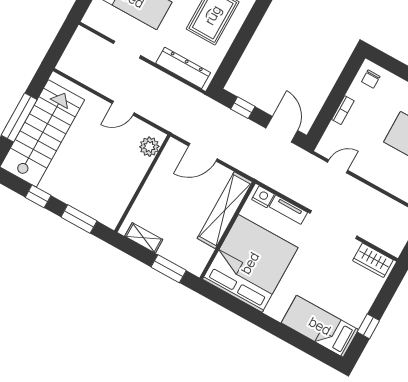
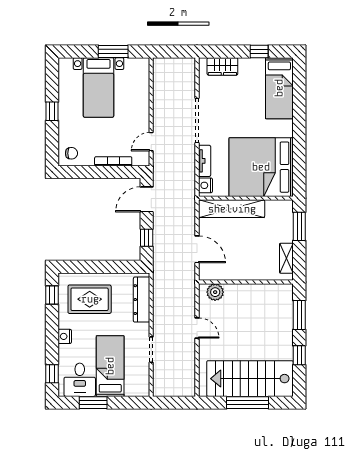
bookcase: (343, 110) -> (113, 161), width x1.56
door: (338, 166) -> (151, 142), hinge flipped
wardrobe: (373, 260) -> (222, 66), moved, turned 90

